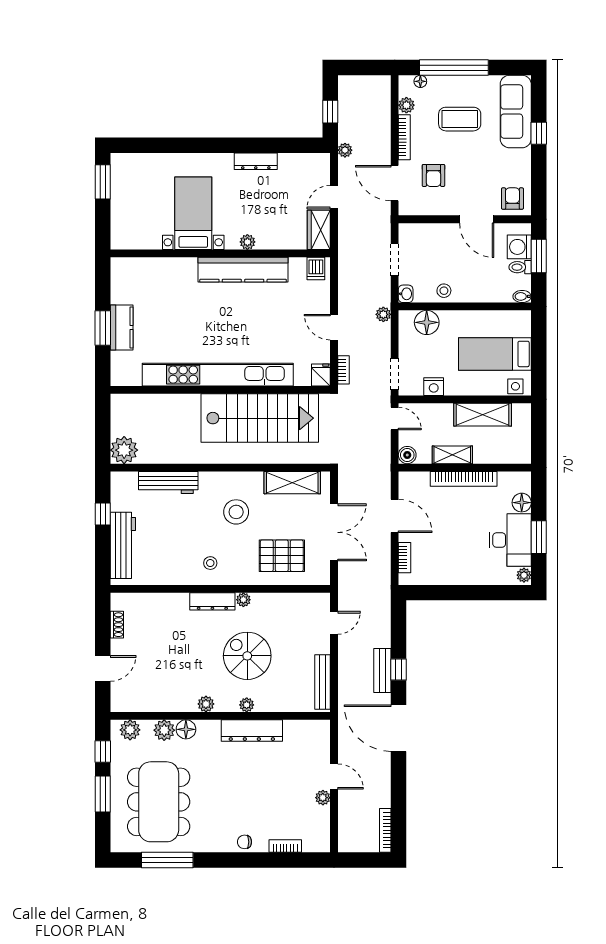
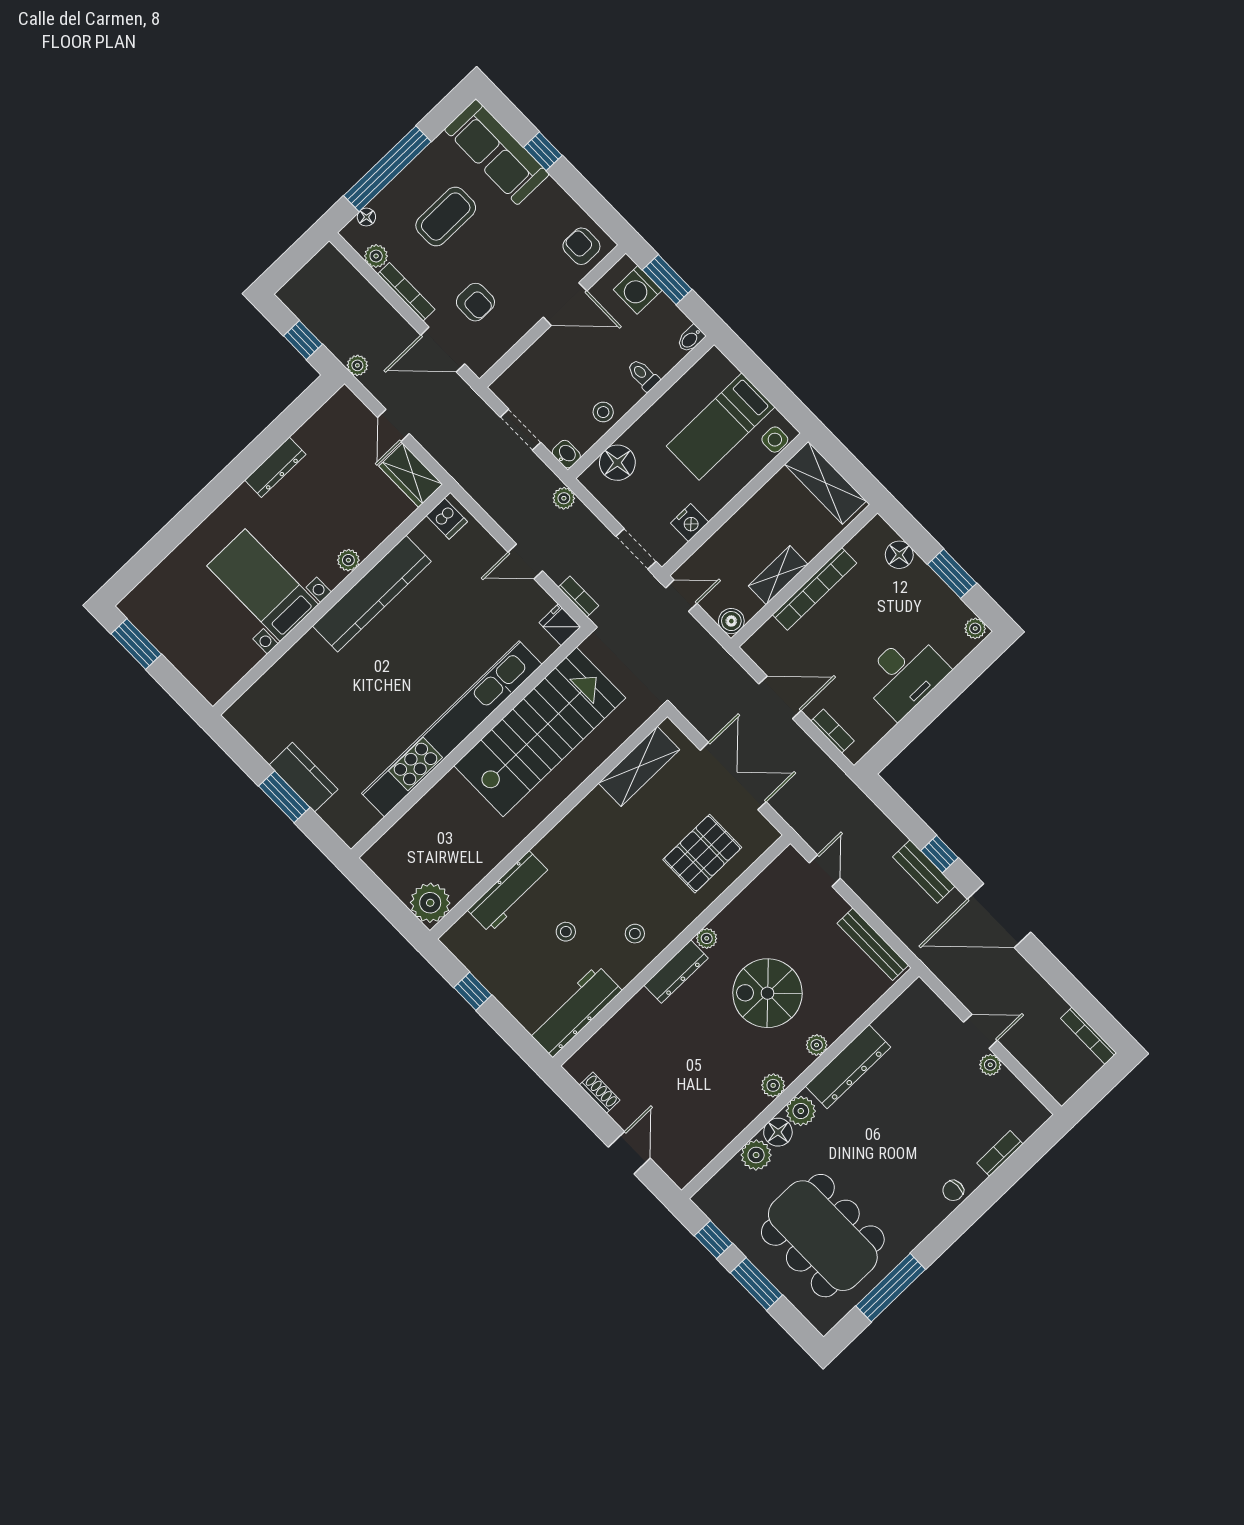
toilet: (520, 267) -> (643, 375), moved, turned 90
shelving: (483, 415) -> (825, 483), moved, turned 90
stool: (236, 512) -> (566, 932), moved, width x0.53, depth x0.53
desk: (510, 540) -> (904, 675), moved, turned 90
workbench: (123, 545) -> (575, 1011), moved, turned -90
plant: (130, 730) -> (801, 1111), moved

